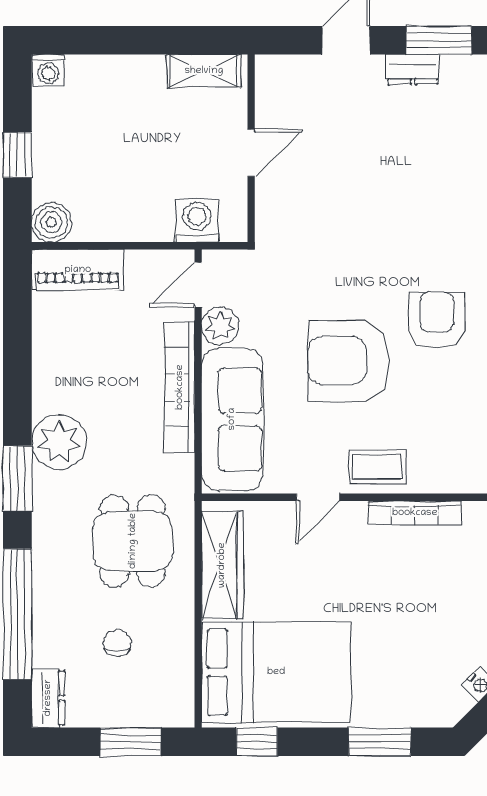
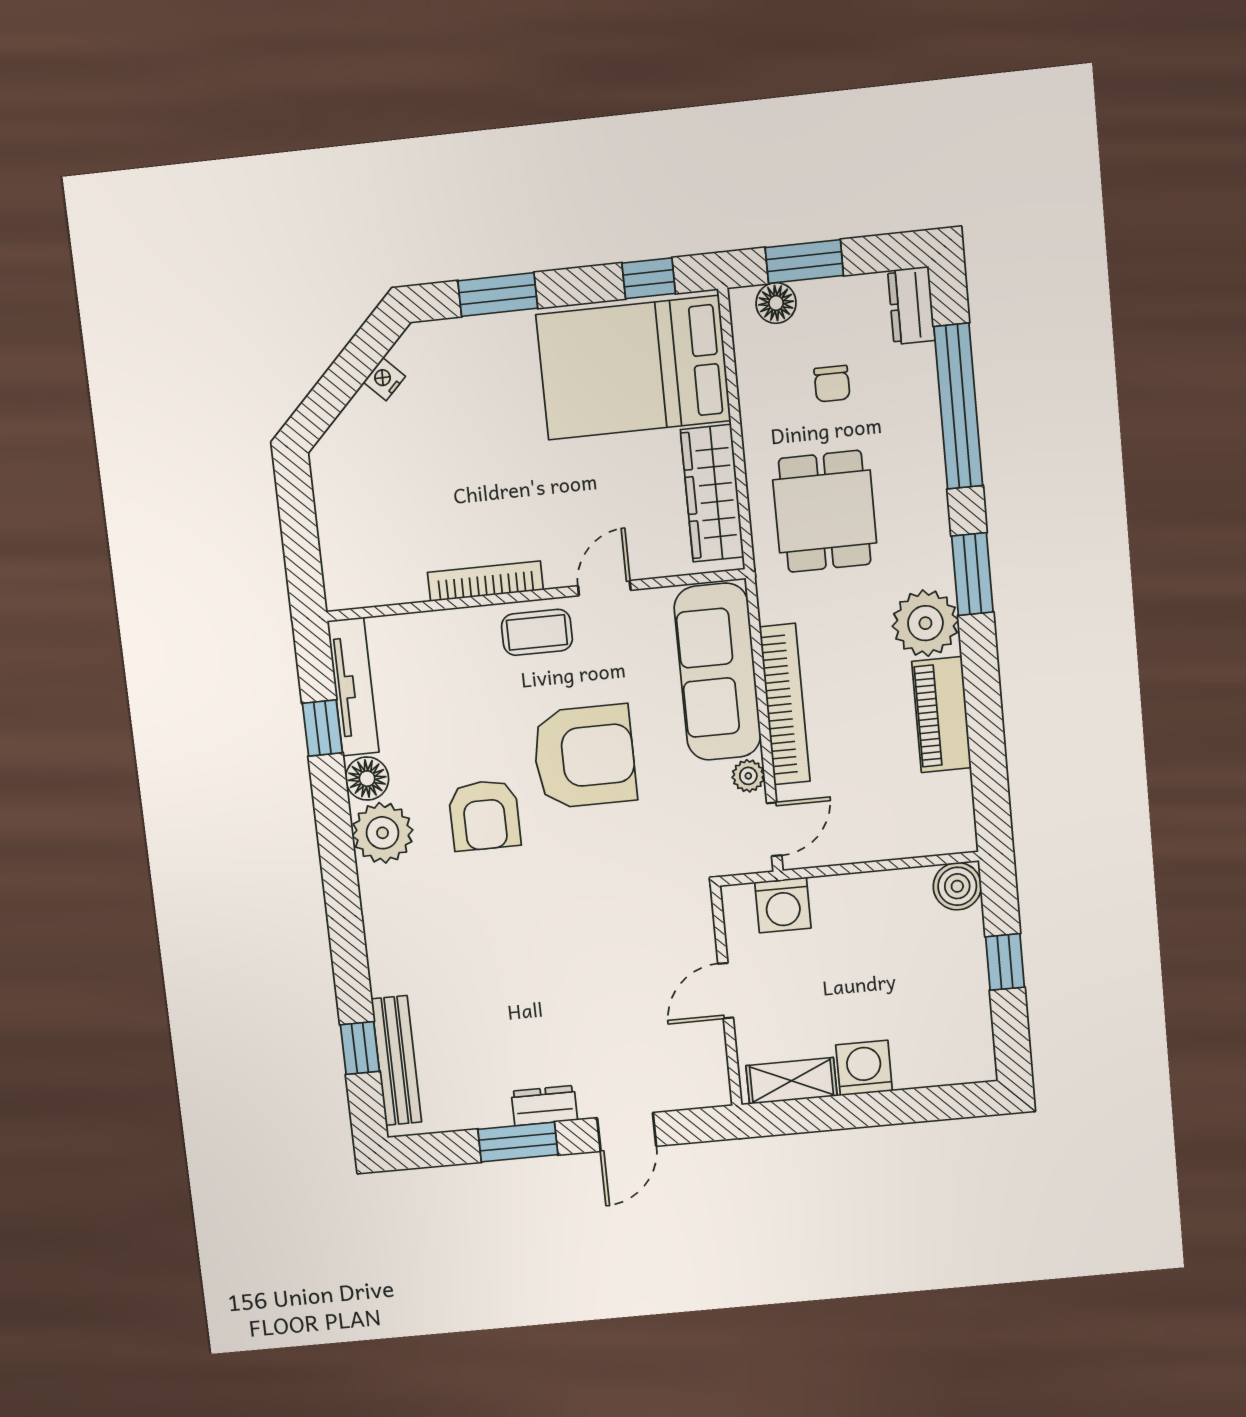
washing machine: (48, 70) -> (864, 1068), moved, width x1.38, depth x1.38
piano: (78, 270) -> (942, 715), moved, turned -90
plant: (220, 326) -> (748, 776), width x0.73, depth x0.73
floor lamp: (156, 711) -> (776, 303), added

